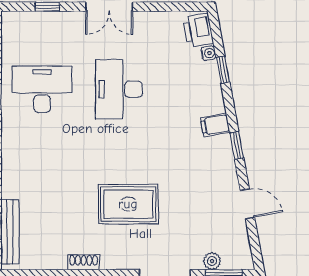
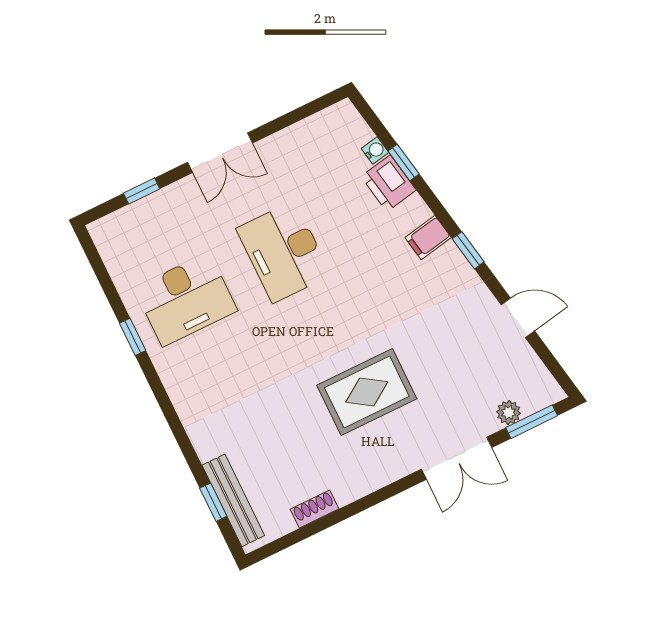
printer: (198, 30) -> (389, 183), moved
desk: (42, 89) -> (186, 299), turned 180
shoe rack: (84, 262) -> (314, 509), moved

